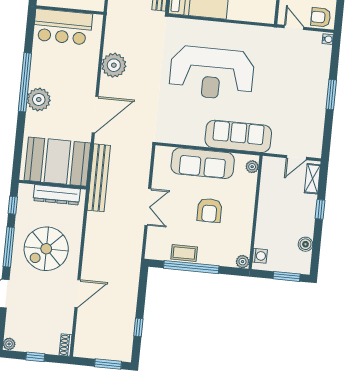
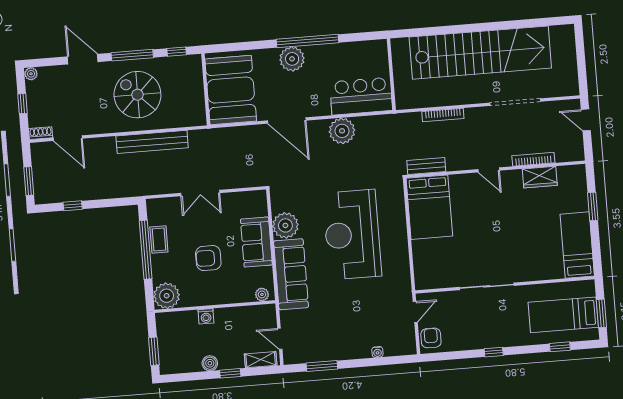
bar counter: (63, 27) -> (361, 96), moved, turned 90
water cooler: (328, 39) -> (377, 352), moved
window: (331, 95) -> (322, 366), moved
plant: (192, 133) -> (285, 225), added
sofa: (203, 163) -> (256, 242), width x0.73
bench: (99, 178) -> (152, 142), moved
dresser: (57, 195) -> (196, 96), removed
boiler: (305, 244) -> (210, 363), moved
washing machine: (260, 256) -> (206, 316), moved
plant: (243, 262) -> (167, 296), width x1.88, depth x1.88
door: (78, 294) -> (68, 138), moved

